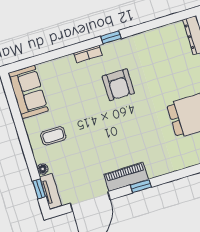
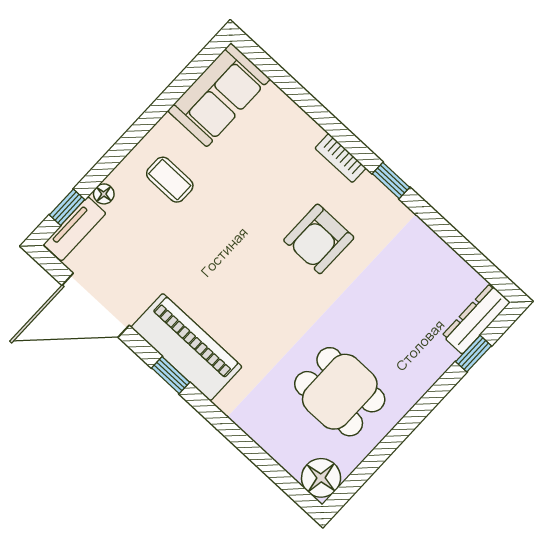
piano: (126, 177) -> (186, 347), width x1.37, depth x1.33

